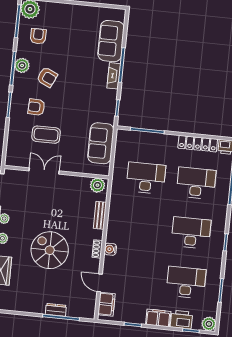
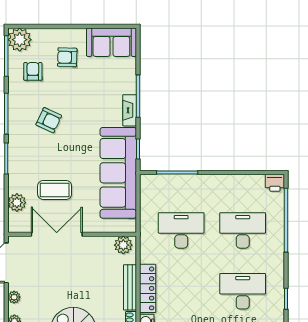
sofa: (111, 41) -> (111, 42), moved, turned -90
plant: (22, 65) -> (17, 203), moved
armchair: (36, 107) -> (67, 57), moved
sofa: (101, 143) -> (118, 173), width x1.85, depth x1.27
locker: (198, 144) -> (148, 288), moved, turned -90
double door: (44, 171) -> (57, 234), width x1.37
bench: (100, 215) -> (130, 287), width x1.36

